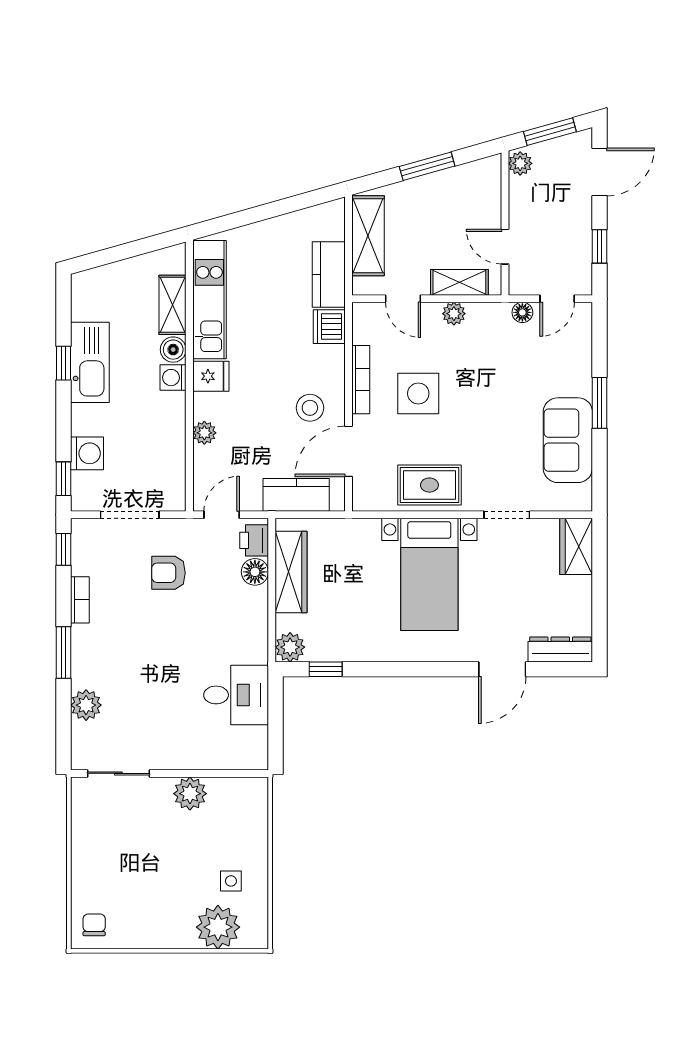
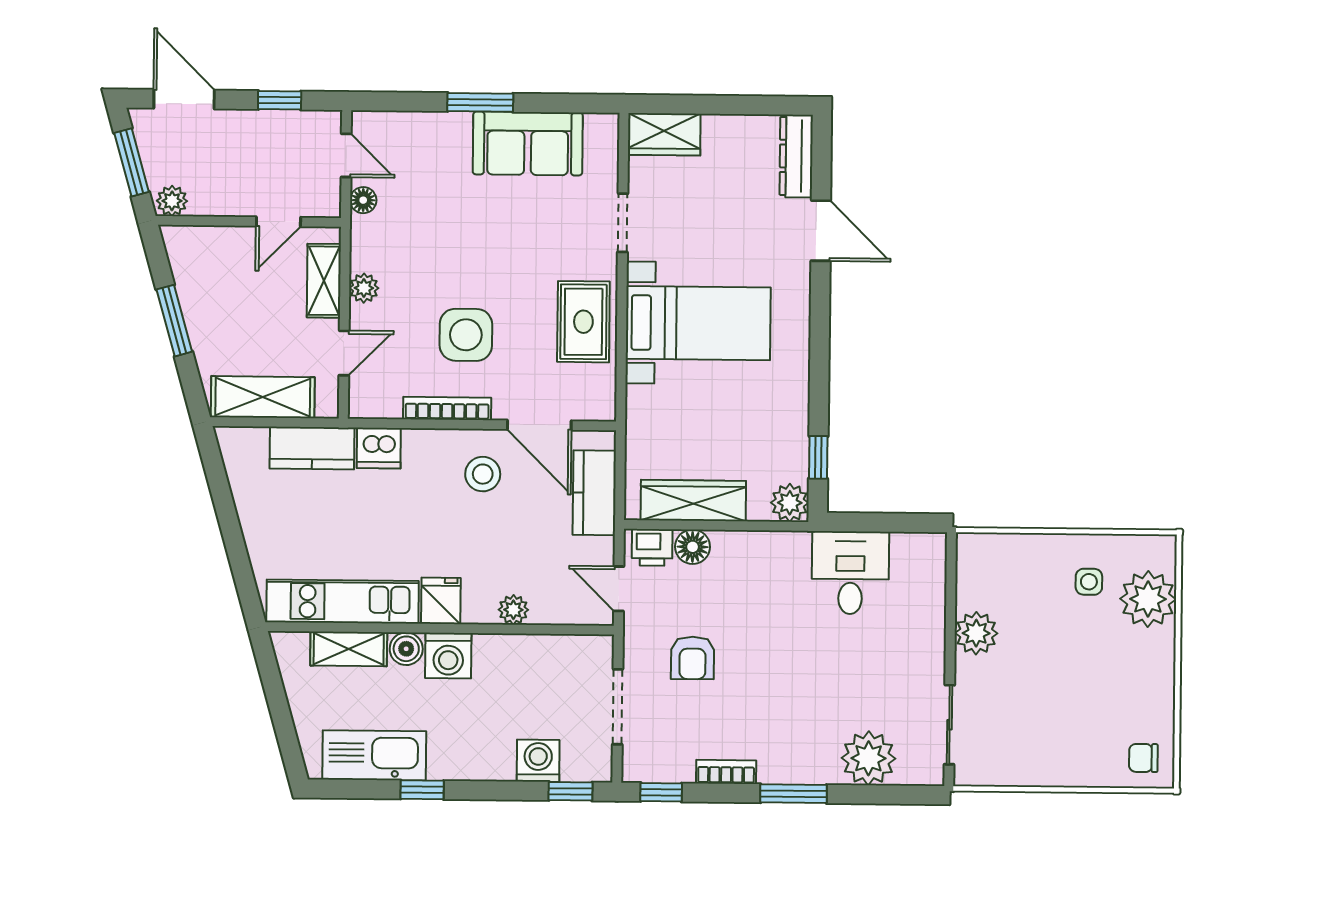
kitchen sink: (90, 362) -> (374, 755), moved
washing machine: (173, 378) -> (448, 656), width x1.38, depth x1.38
plant: (86, 705) -> (868, 758), width x1.36, depth x1.36

